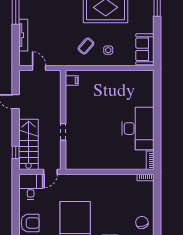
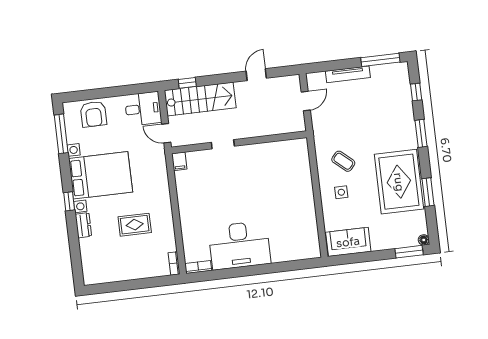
filing cabinet: (72, 80) -> (179, 161), moved
rug: (114, 203) -> (135, 225), added
chair: (142, 222) -> (112, 266), removed

